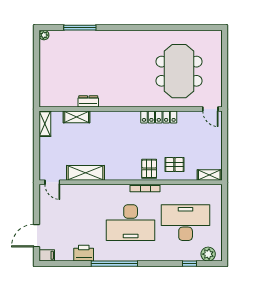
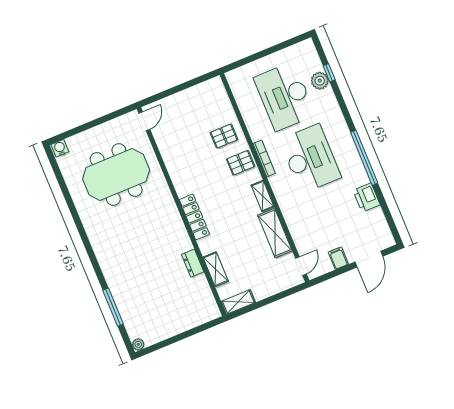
water cooler: (216, 37) -> (60, 148), added
locker: (159, 117) -> (194, 217), moved
pallet: (174, 165) -> (224, 136), turned 90
shelving: (209, 175) -> (263, 196), moved
door: (37, 236) -> (369, 259), hinge flipped
plant: (208, 254) -> (320, 81), moved
filing cabinet: (47, 255) -> (338, 258), moved

